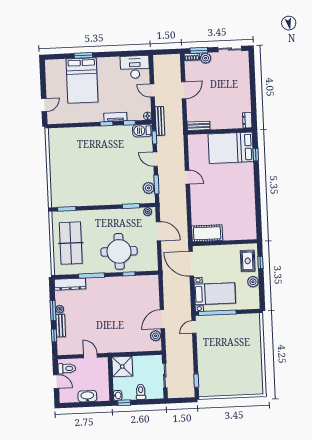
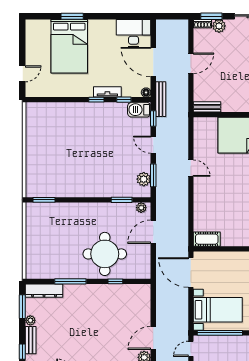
door: (152, 91) -> (153, 62), width x1.88
door: (158, 231) -> (153, 232), swing flipped
cot: (207, 233) -> (207, 239), width x0.73, depth x0.75
table tennis table: (71, 243) -> (47, 241), removed
window: (53, 311) -> (22, 307), moved

